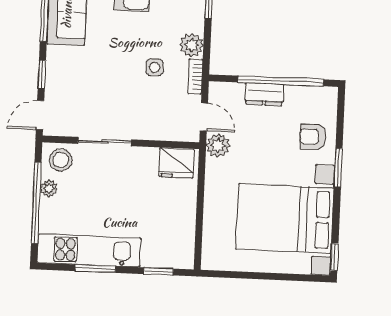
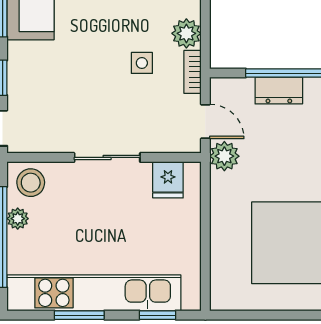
sliding door: (105, 142) -> (107, 157), moved
fridge: (176, 163) -> (168, 180), width x0.72
kitchen unit: (89, 250) -> (94, 293), width x1.36

